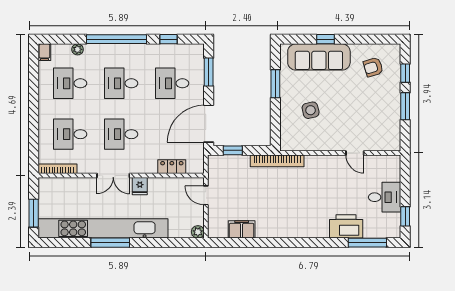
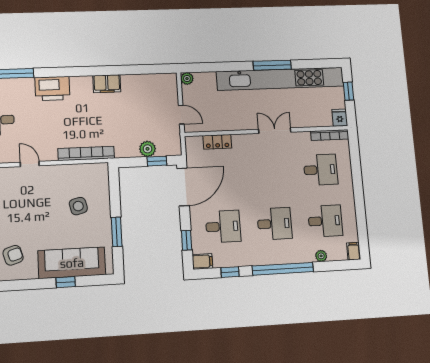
filing cabinet: (195, 51) -> (202, 261), added
window: (209, 72) -> (187, 240), width x0.67
desk: (121, 134) -> (270, 172), removed
bookcase: (277, 161) -> (86, 153), moved
plant: (241, 163) -> (147, 149), added
fridge: (140, 186) -> (340, 118), moved
window: (34, 213) -> (349, 91), width x0.67
printer: (346, 226) -> (52, 89), moved
filing cabinet: (242, 229) -> (107, 84), moved

